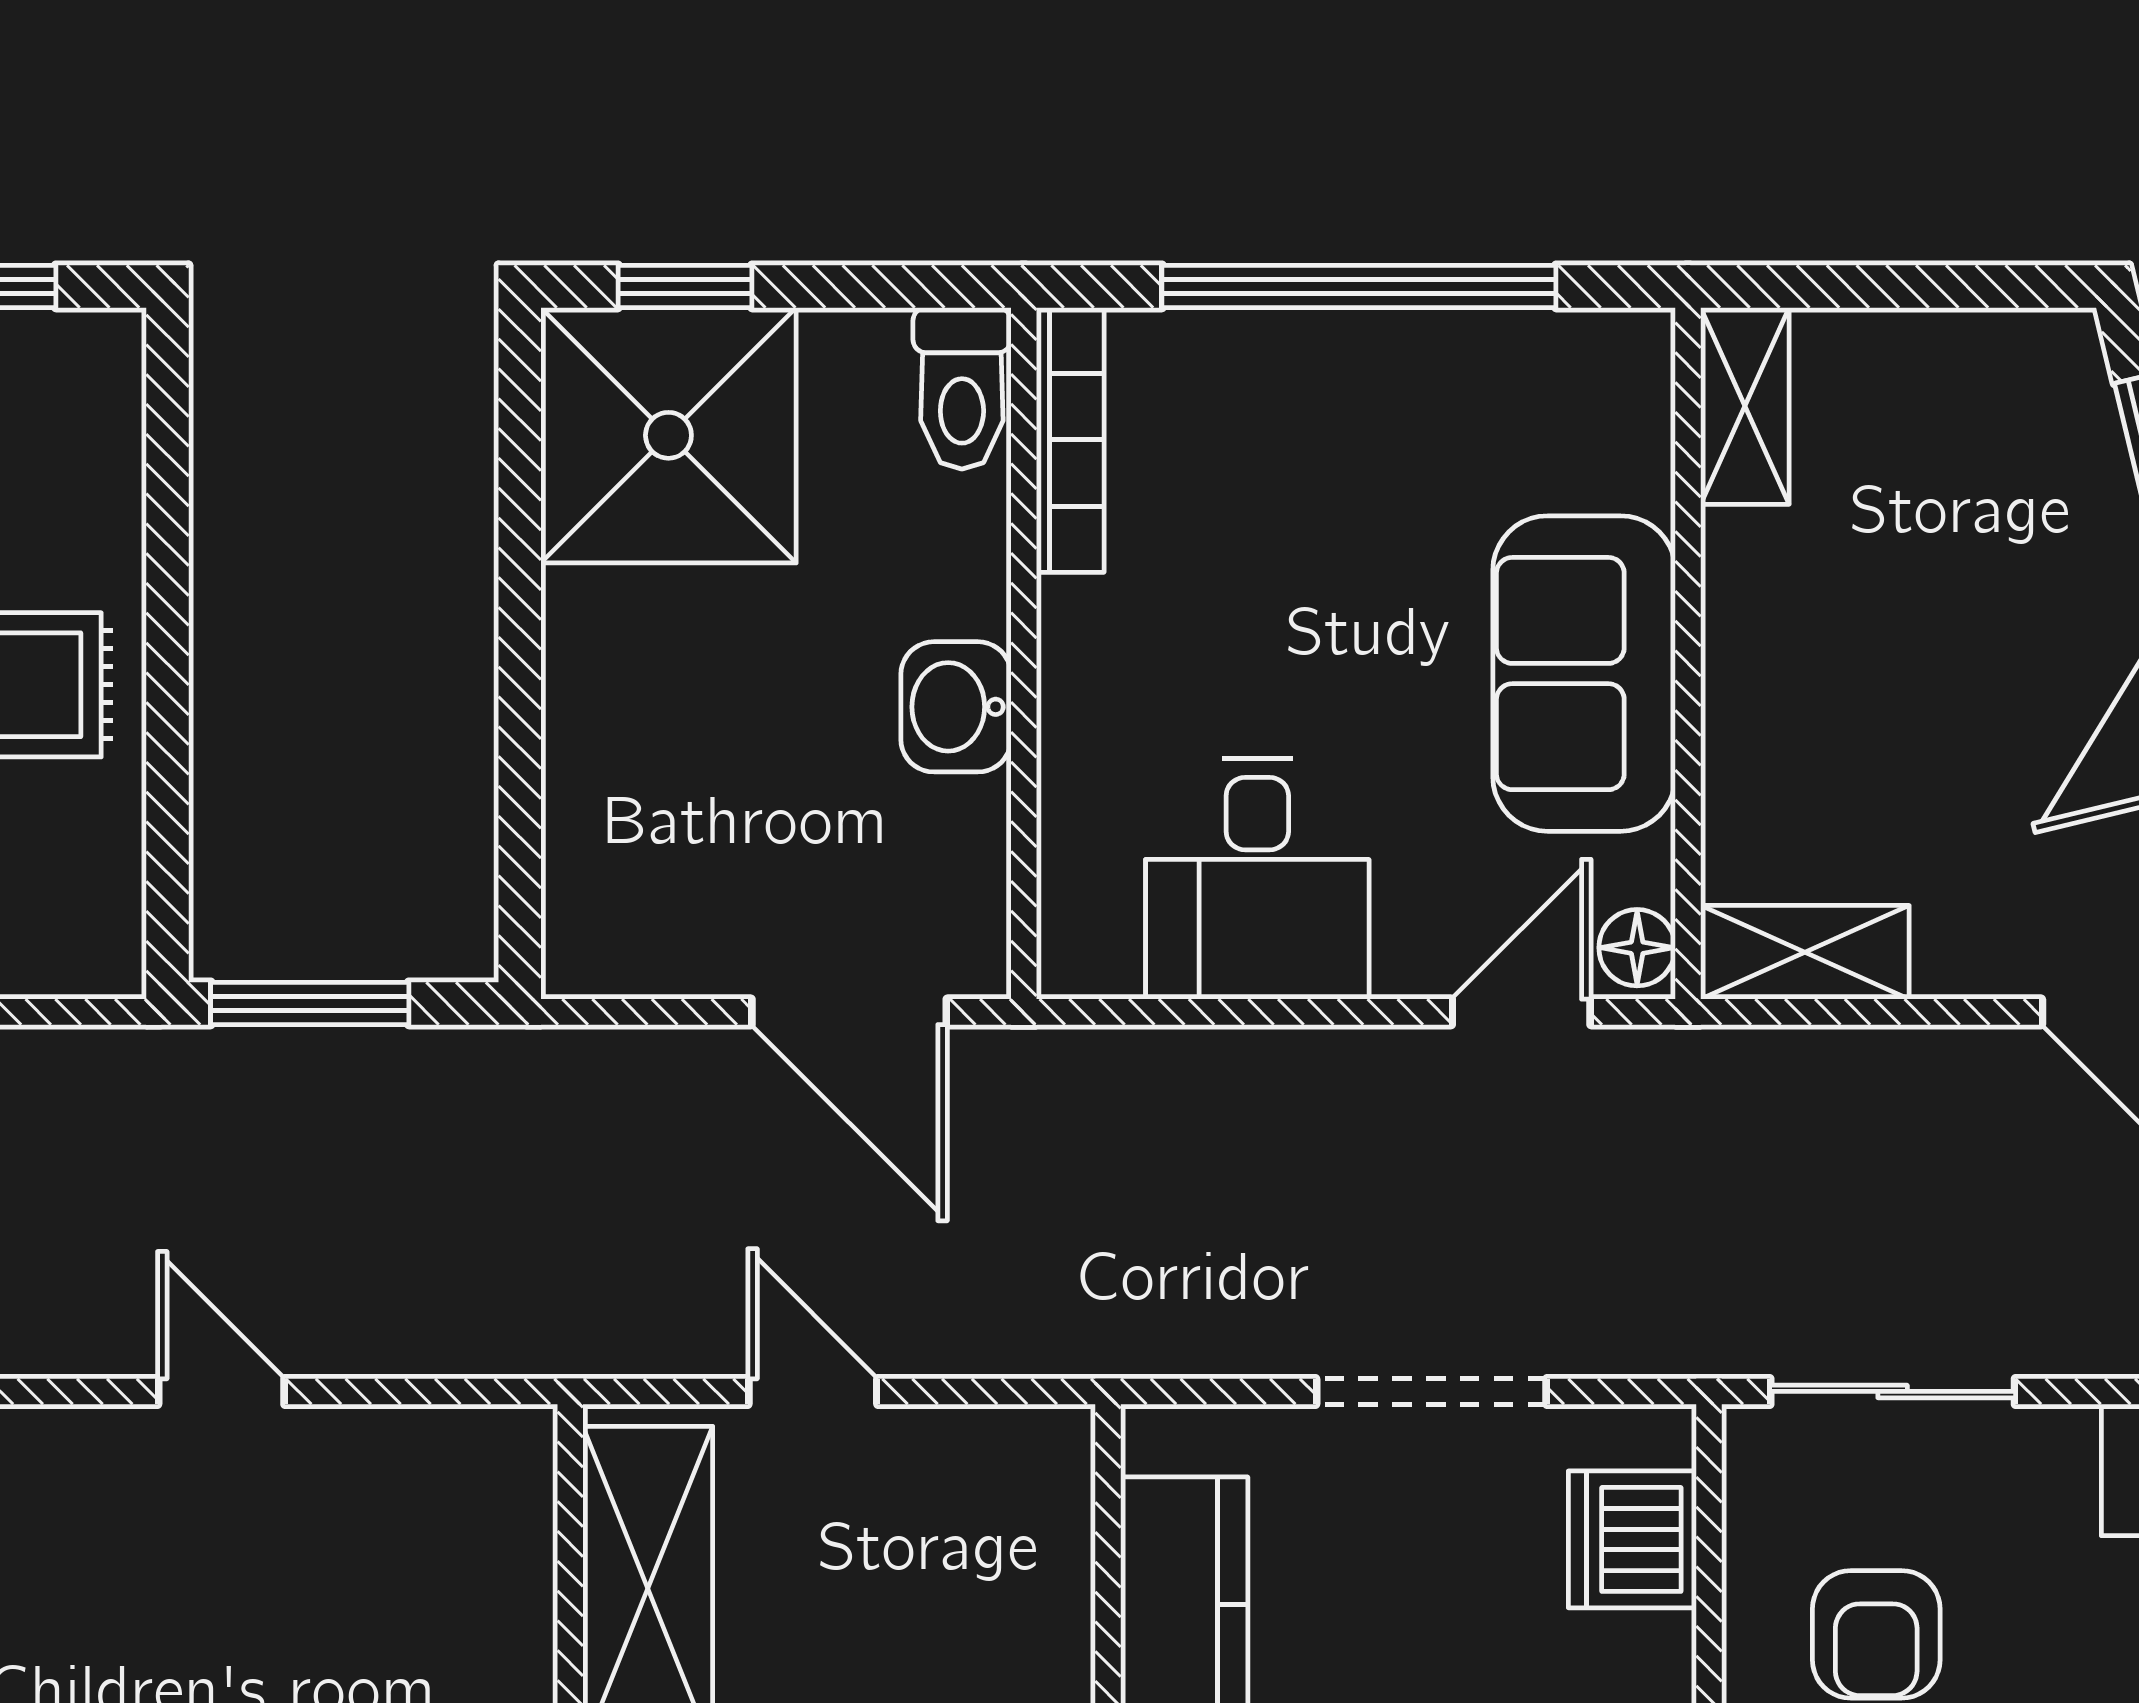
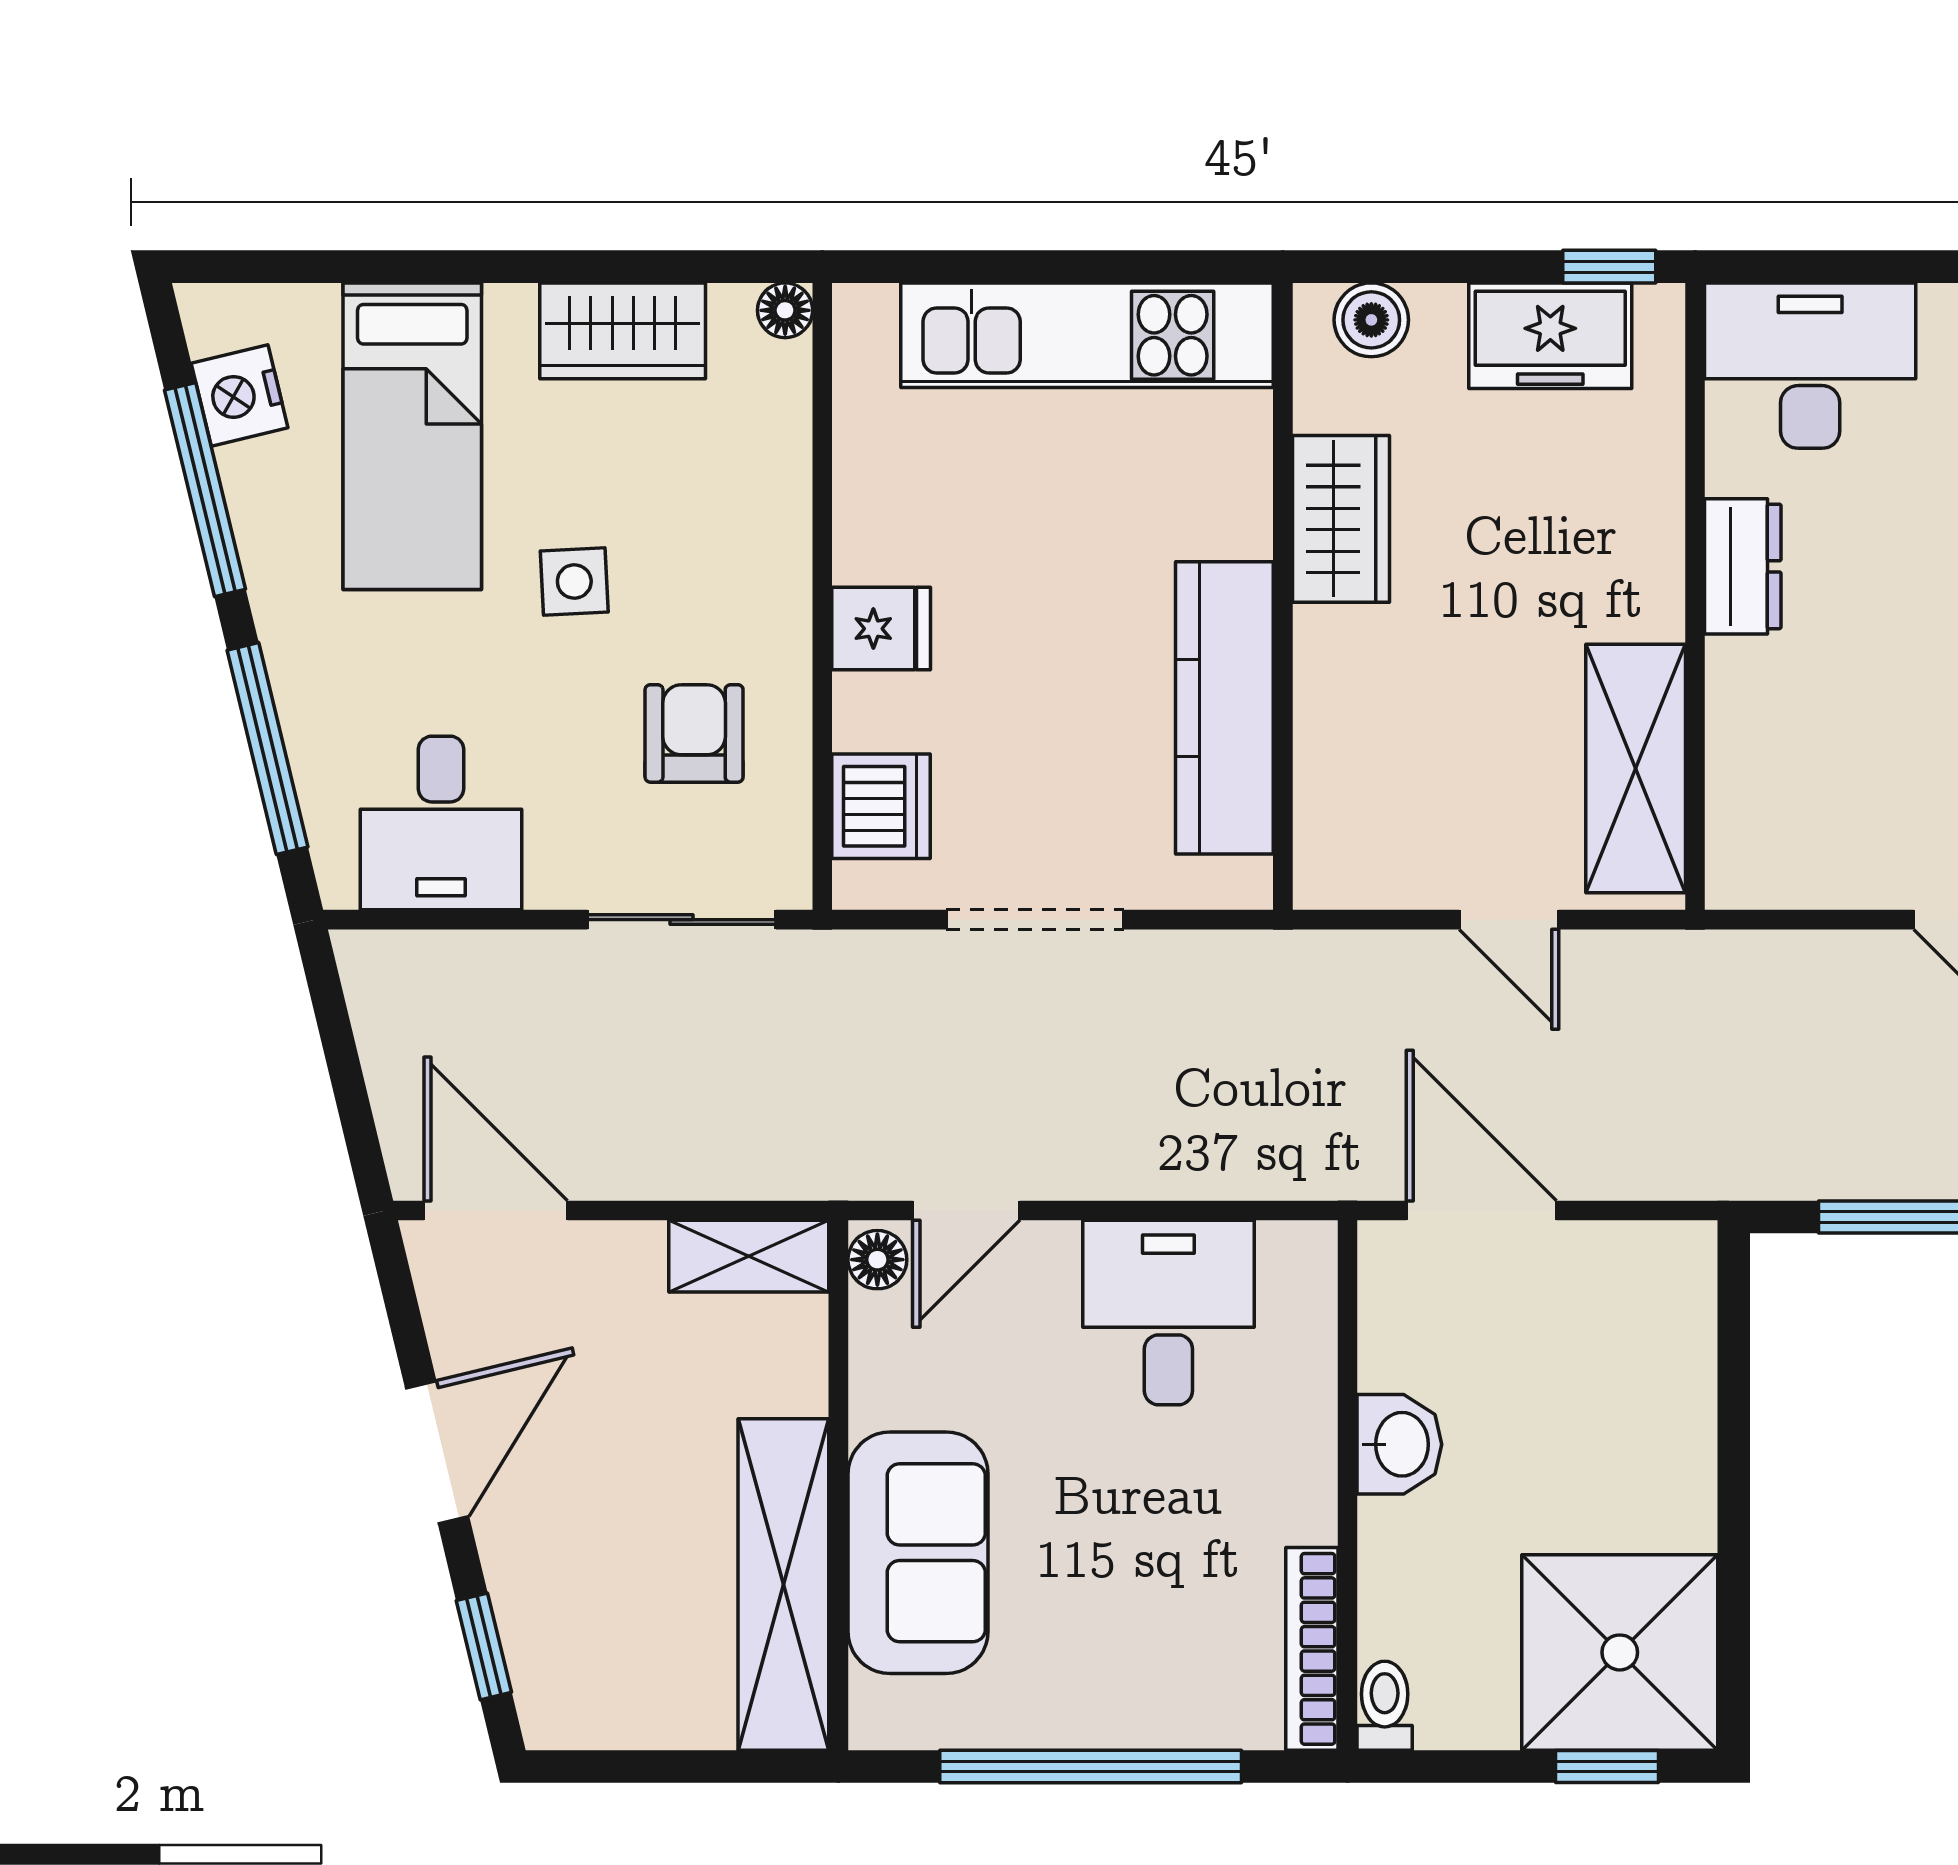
toilet: (962, 388) -> (1385, 1706), width x0.73, depth x0.72
shelving: (1745, 406) -> (783, 1584), width x2.20, depth x1.33
sofa: (1584, 674) -> (918, 1553), moved

